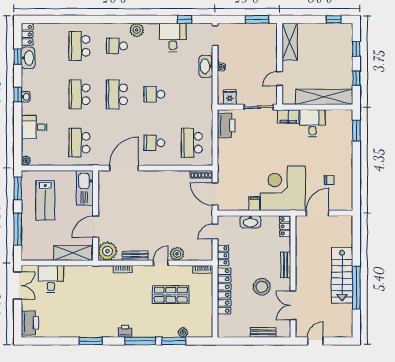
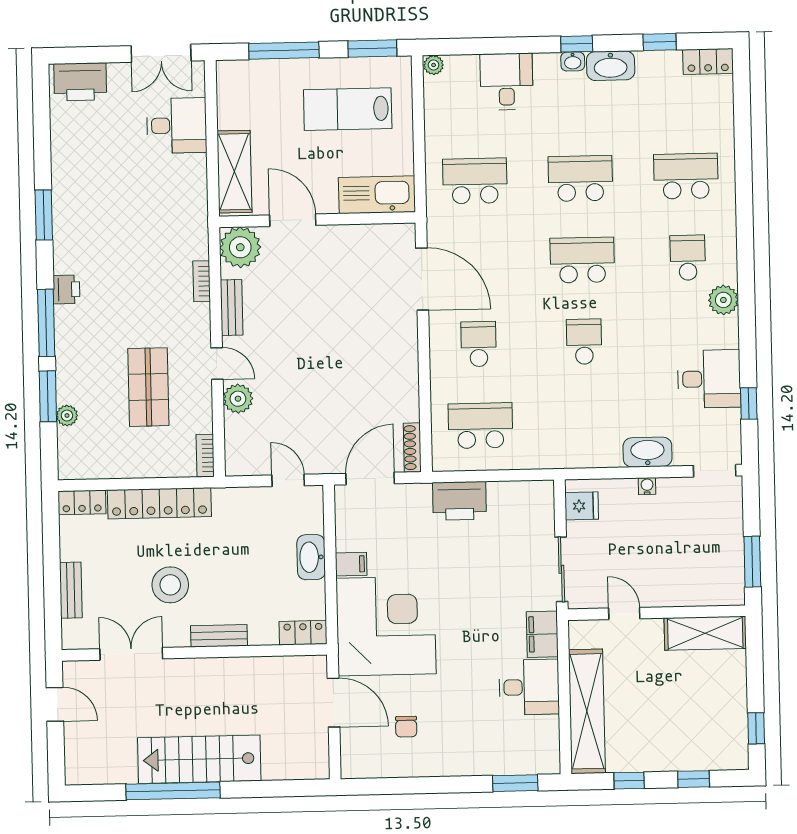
washbasin: (28, 58) -> (611, 66), moved
printer: (226, 126) -> (459, 501), moved
locker: (223, 255) -> (82, 502), moved

